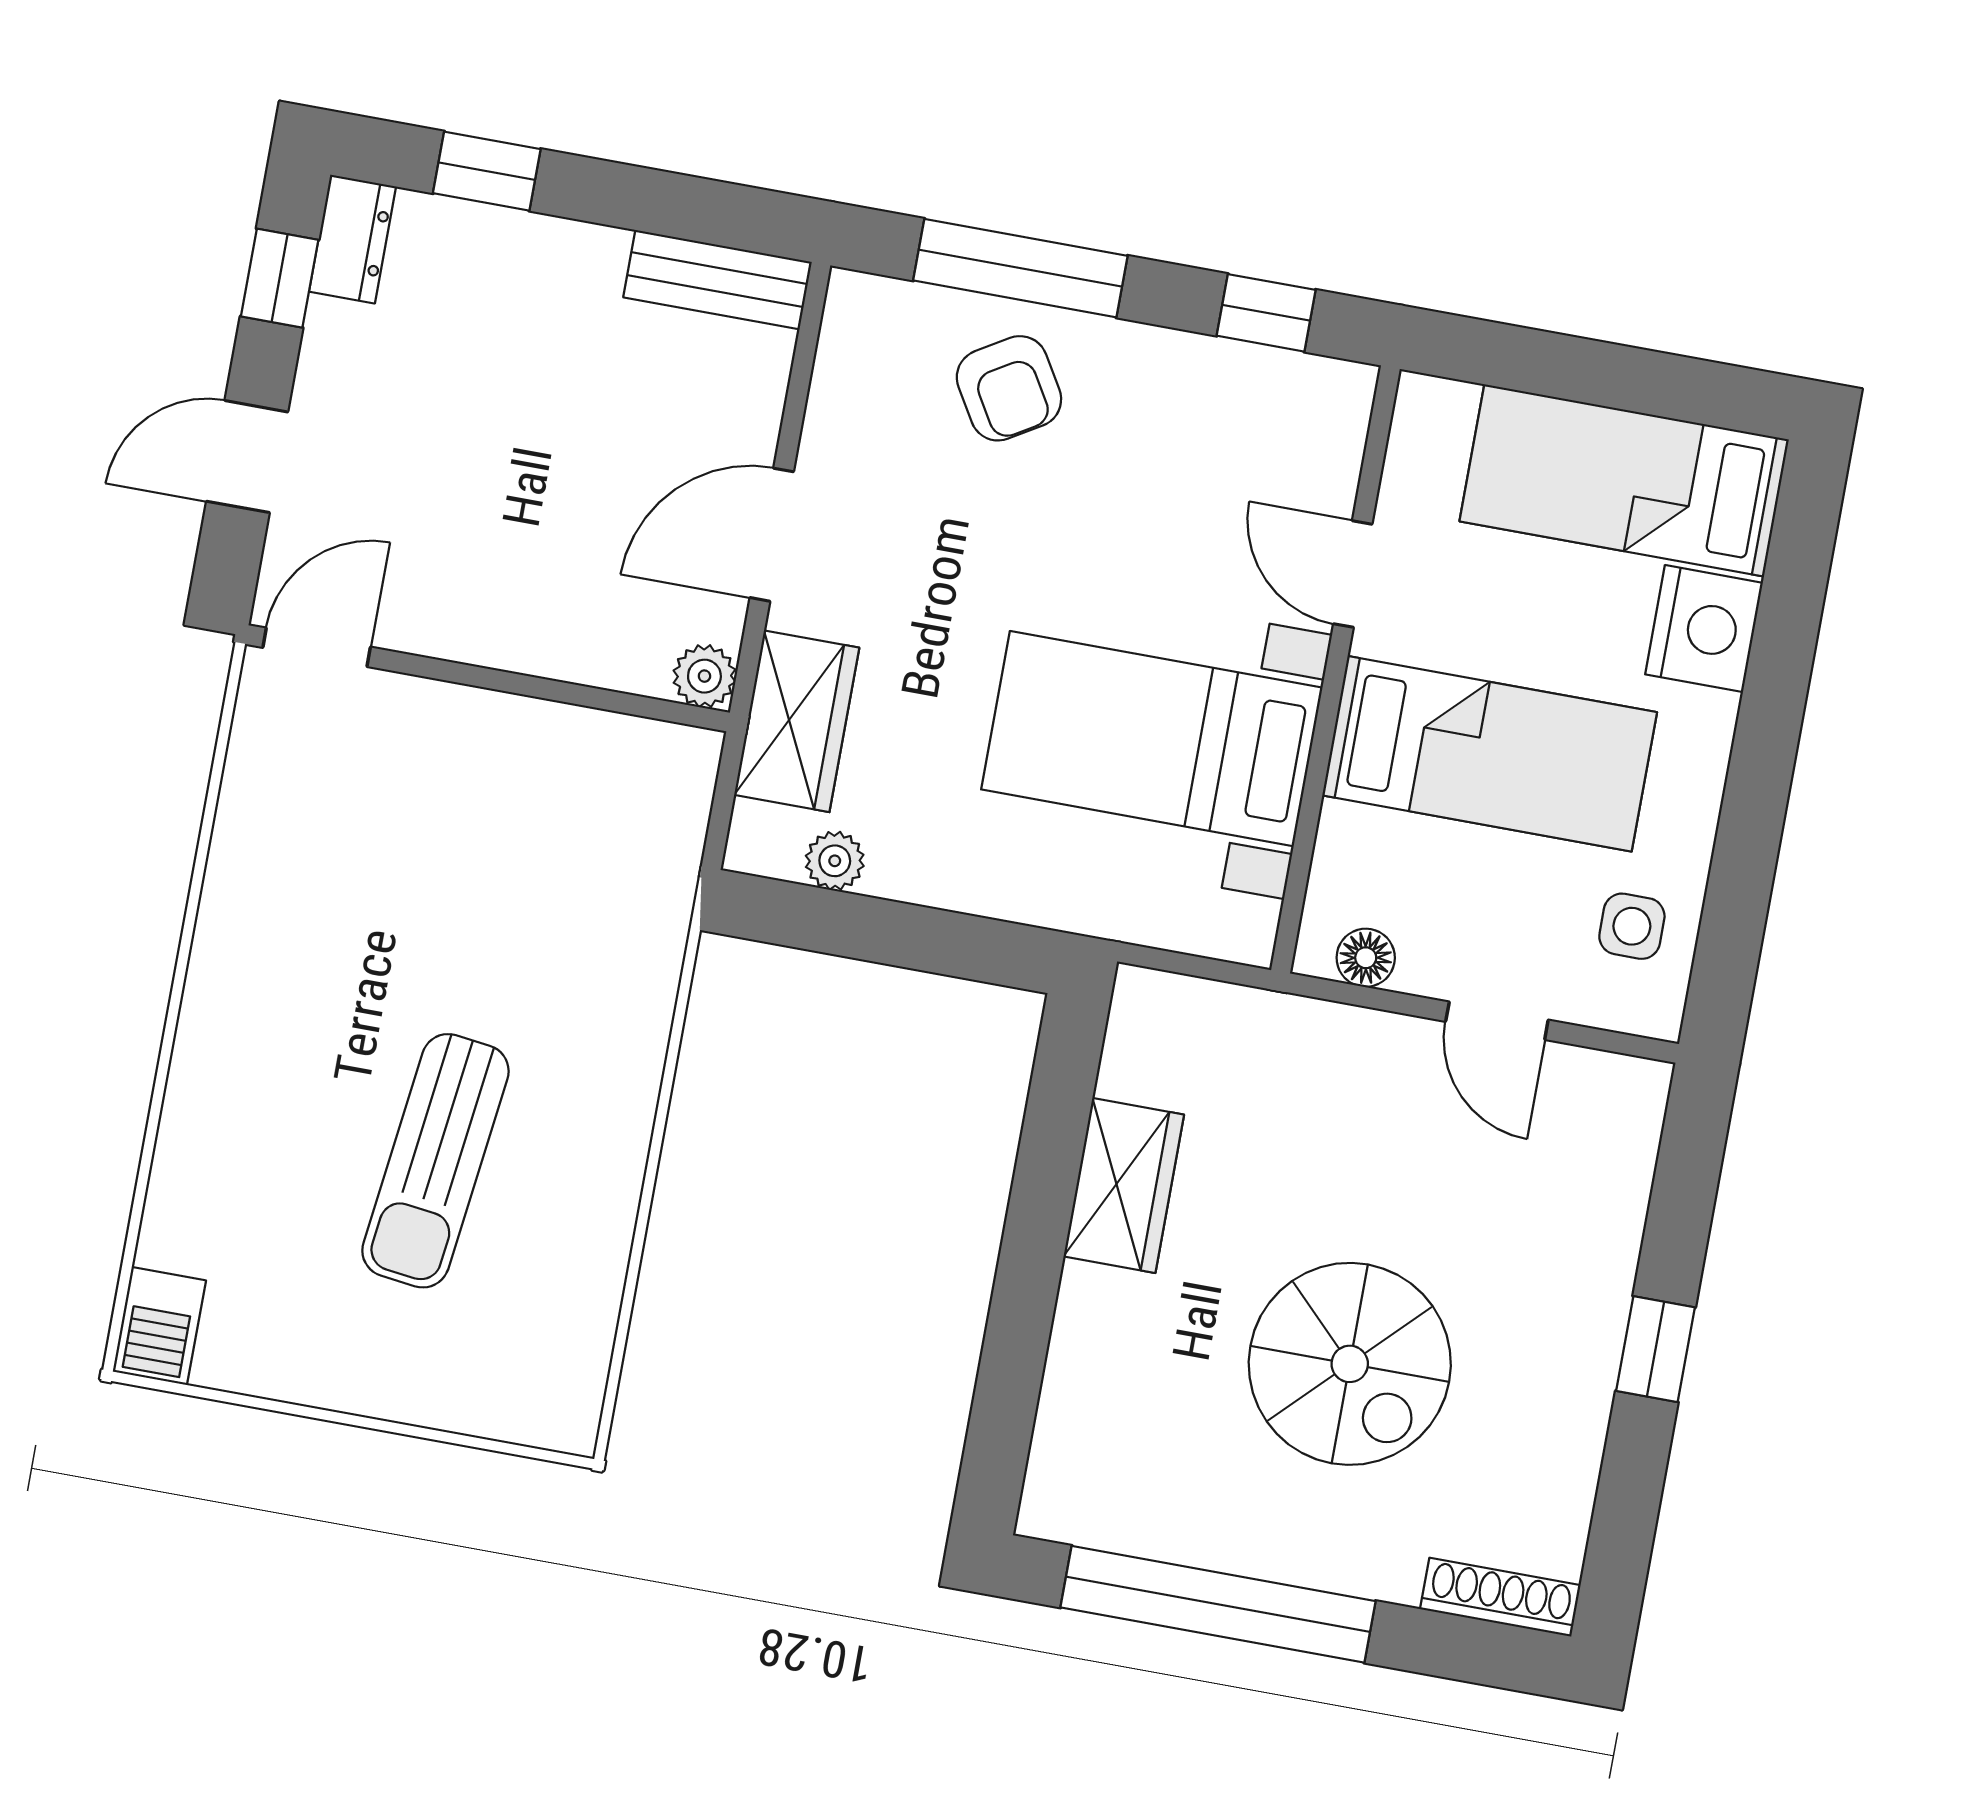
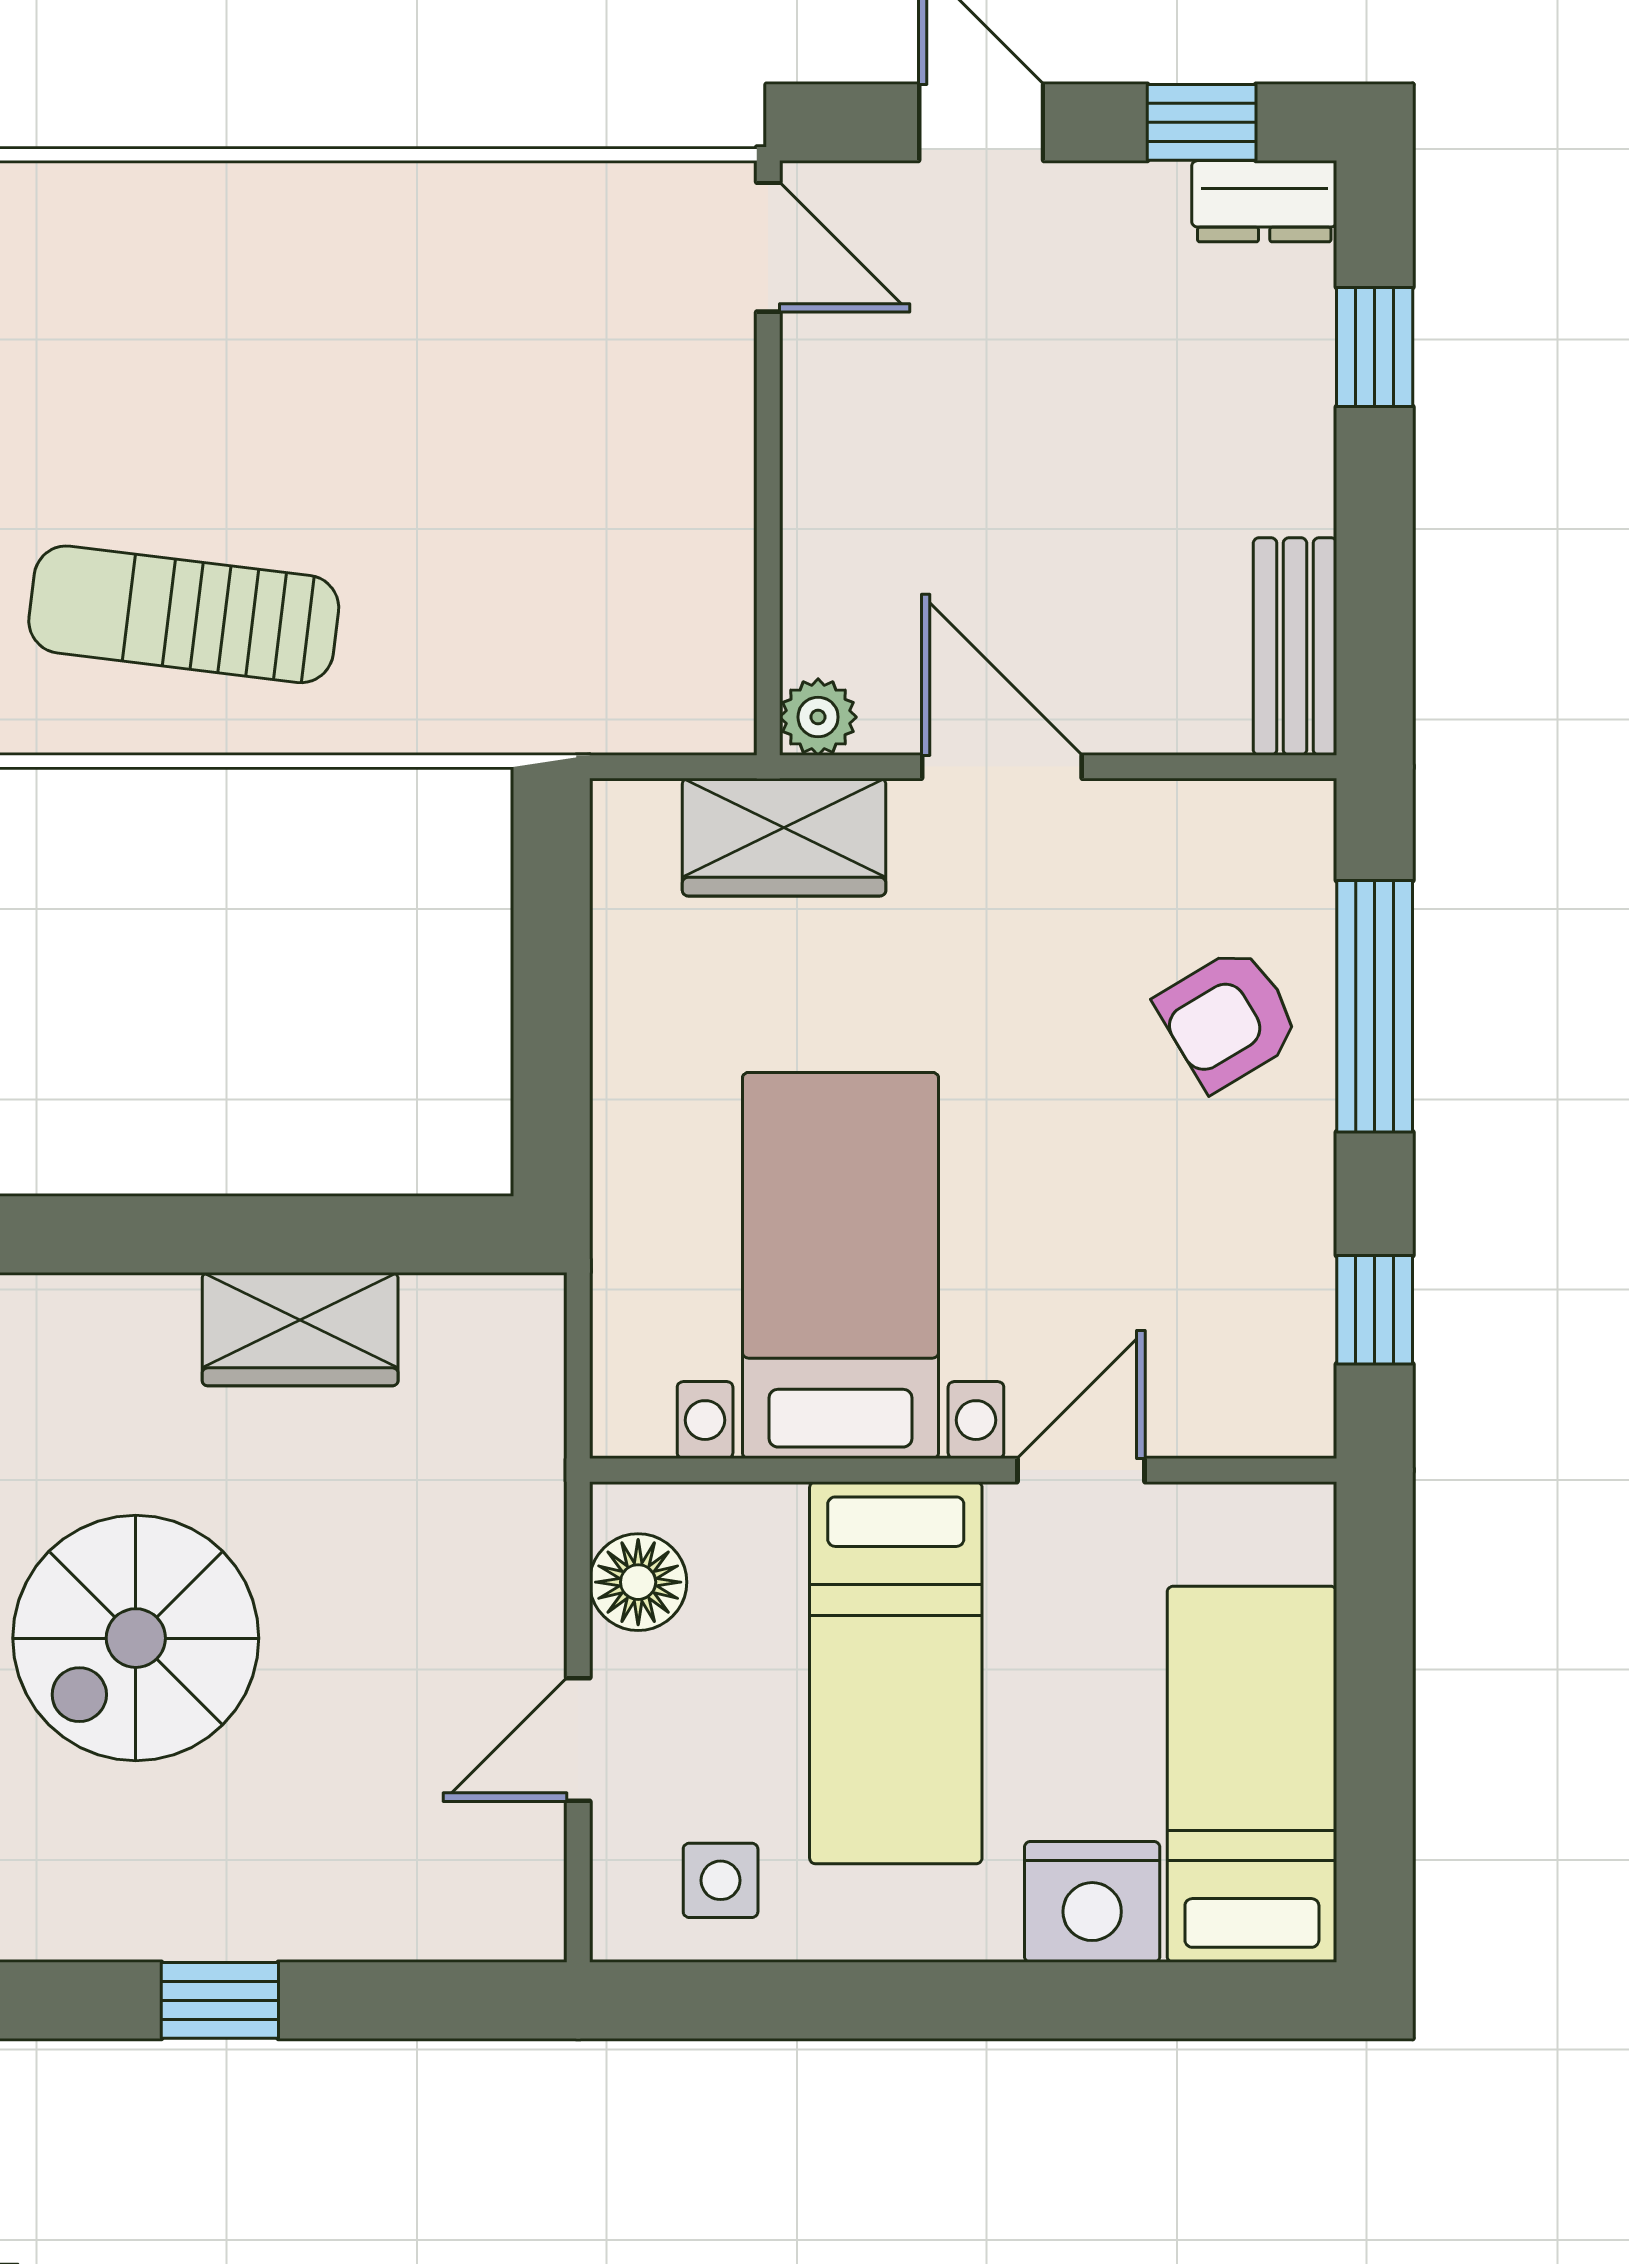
plant: (835, 861) -> (625, 913), removed
floor lamp: (1366, 958) -> (638, 1582), width x1.37, depth x1.37
sun lounger: (435, 1161) -> (184, 614), moved

